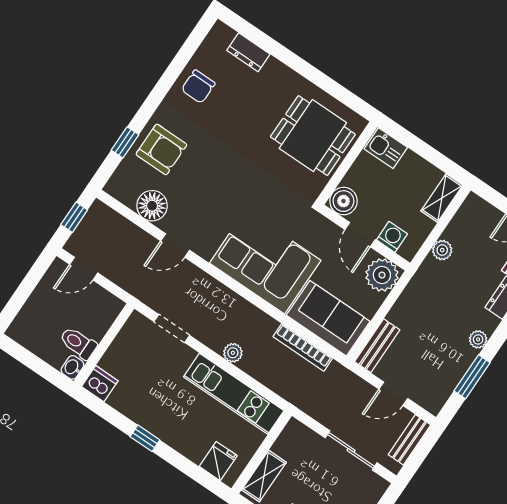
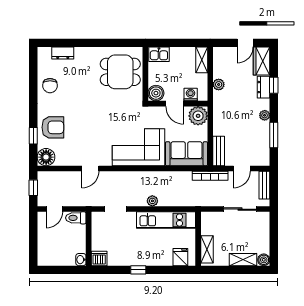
floor lamp: (152, 206) -> (46, 157), moved
toilet: (78, 343) -> (76, 218), moved
bookcase: (303, 347) -> (210, 176), moved

